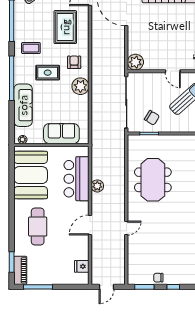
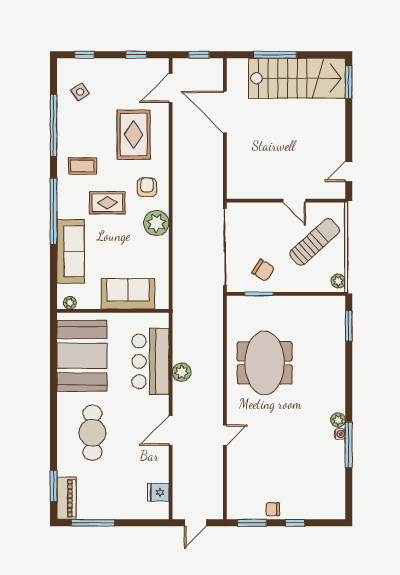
plant: (135, 62) -> (238, 187), removed

